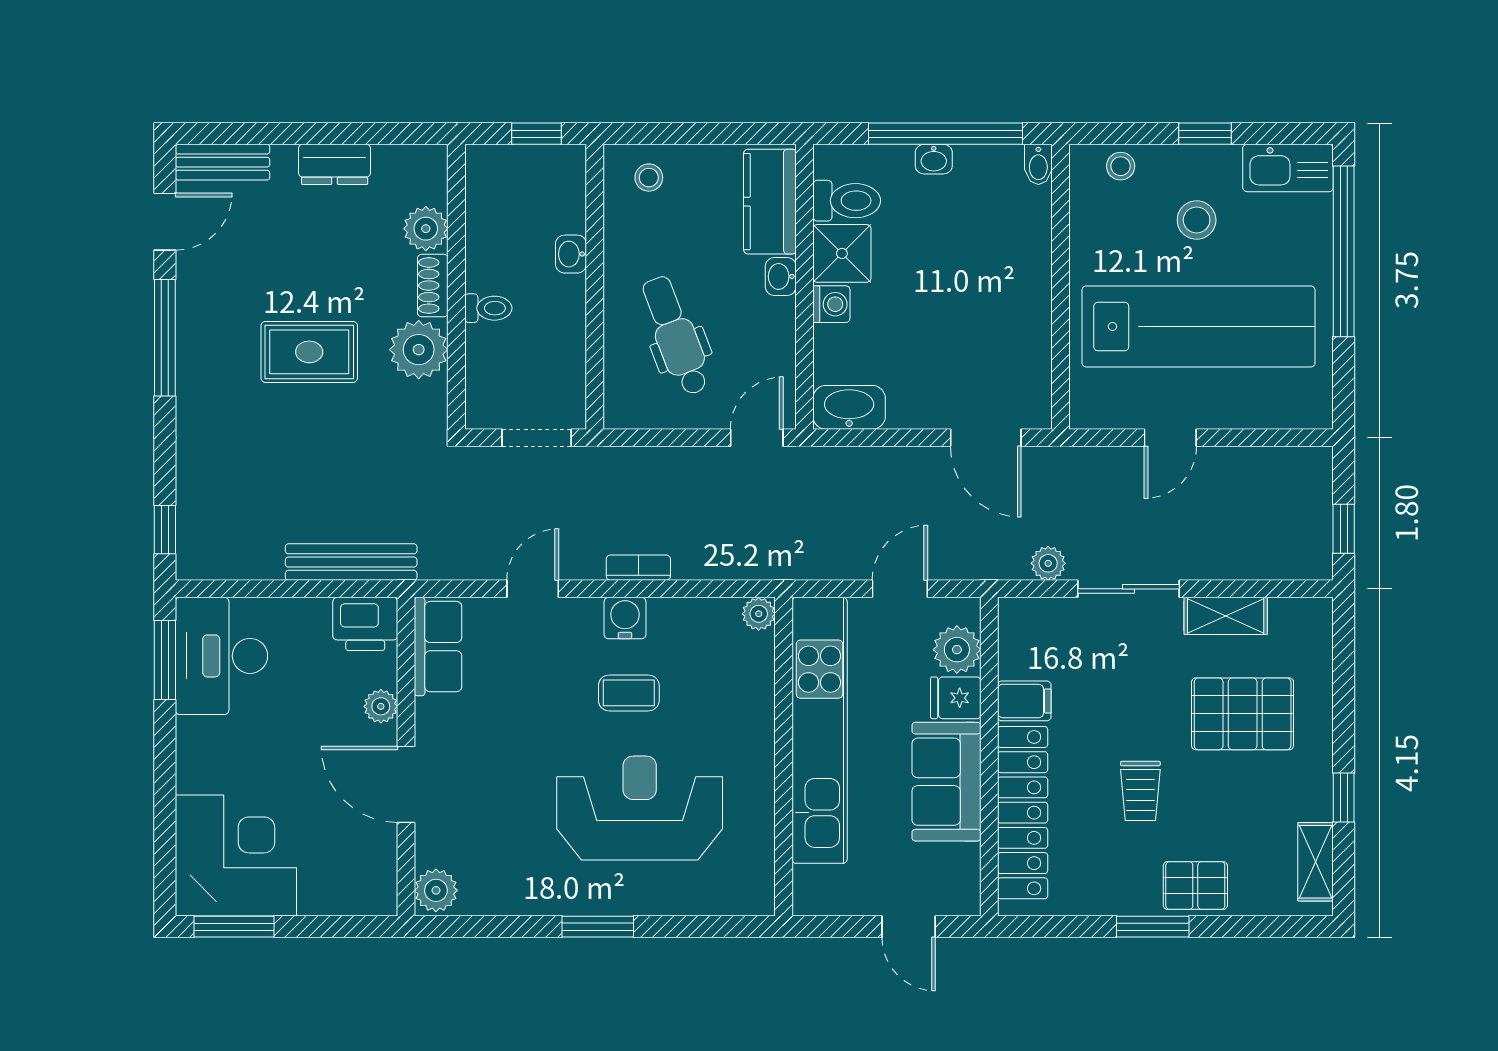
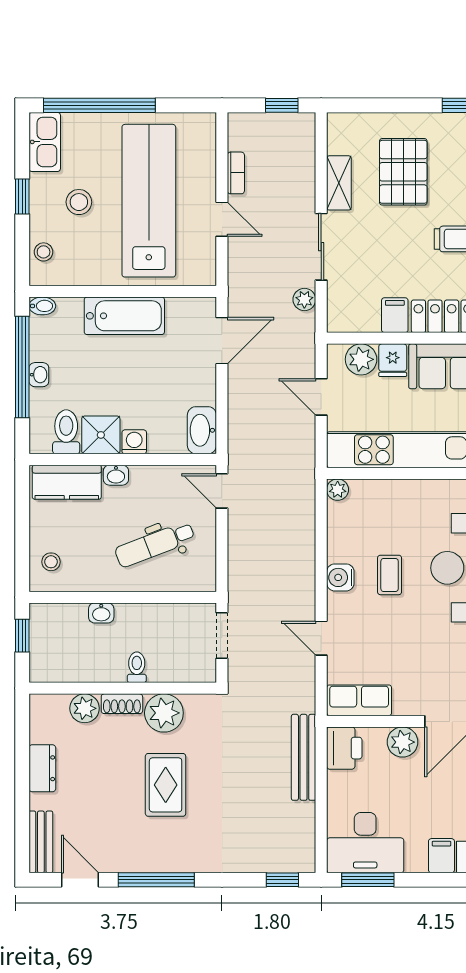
bathtub: (1023, 289) -> (124, 316), added
bookcase: (638, 568) -> (236, 173), moved, turned 180
plant: (381, 706) -> (402, 742), width x1.38, depth x1.38
filing cabinet: (201, 772) -> (441, 856), added

